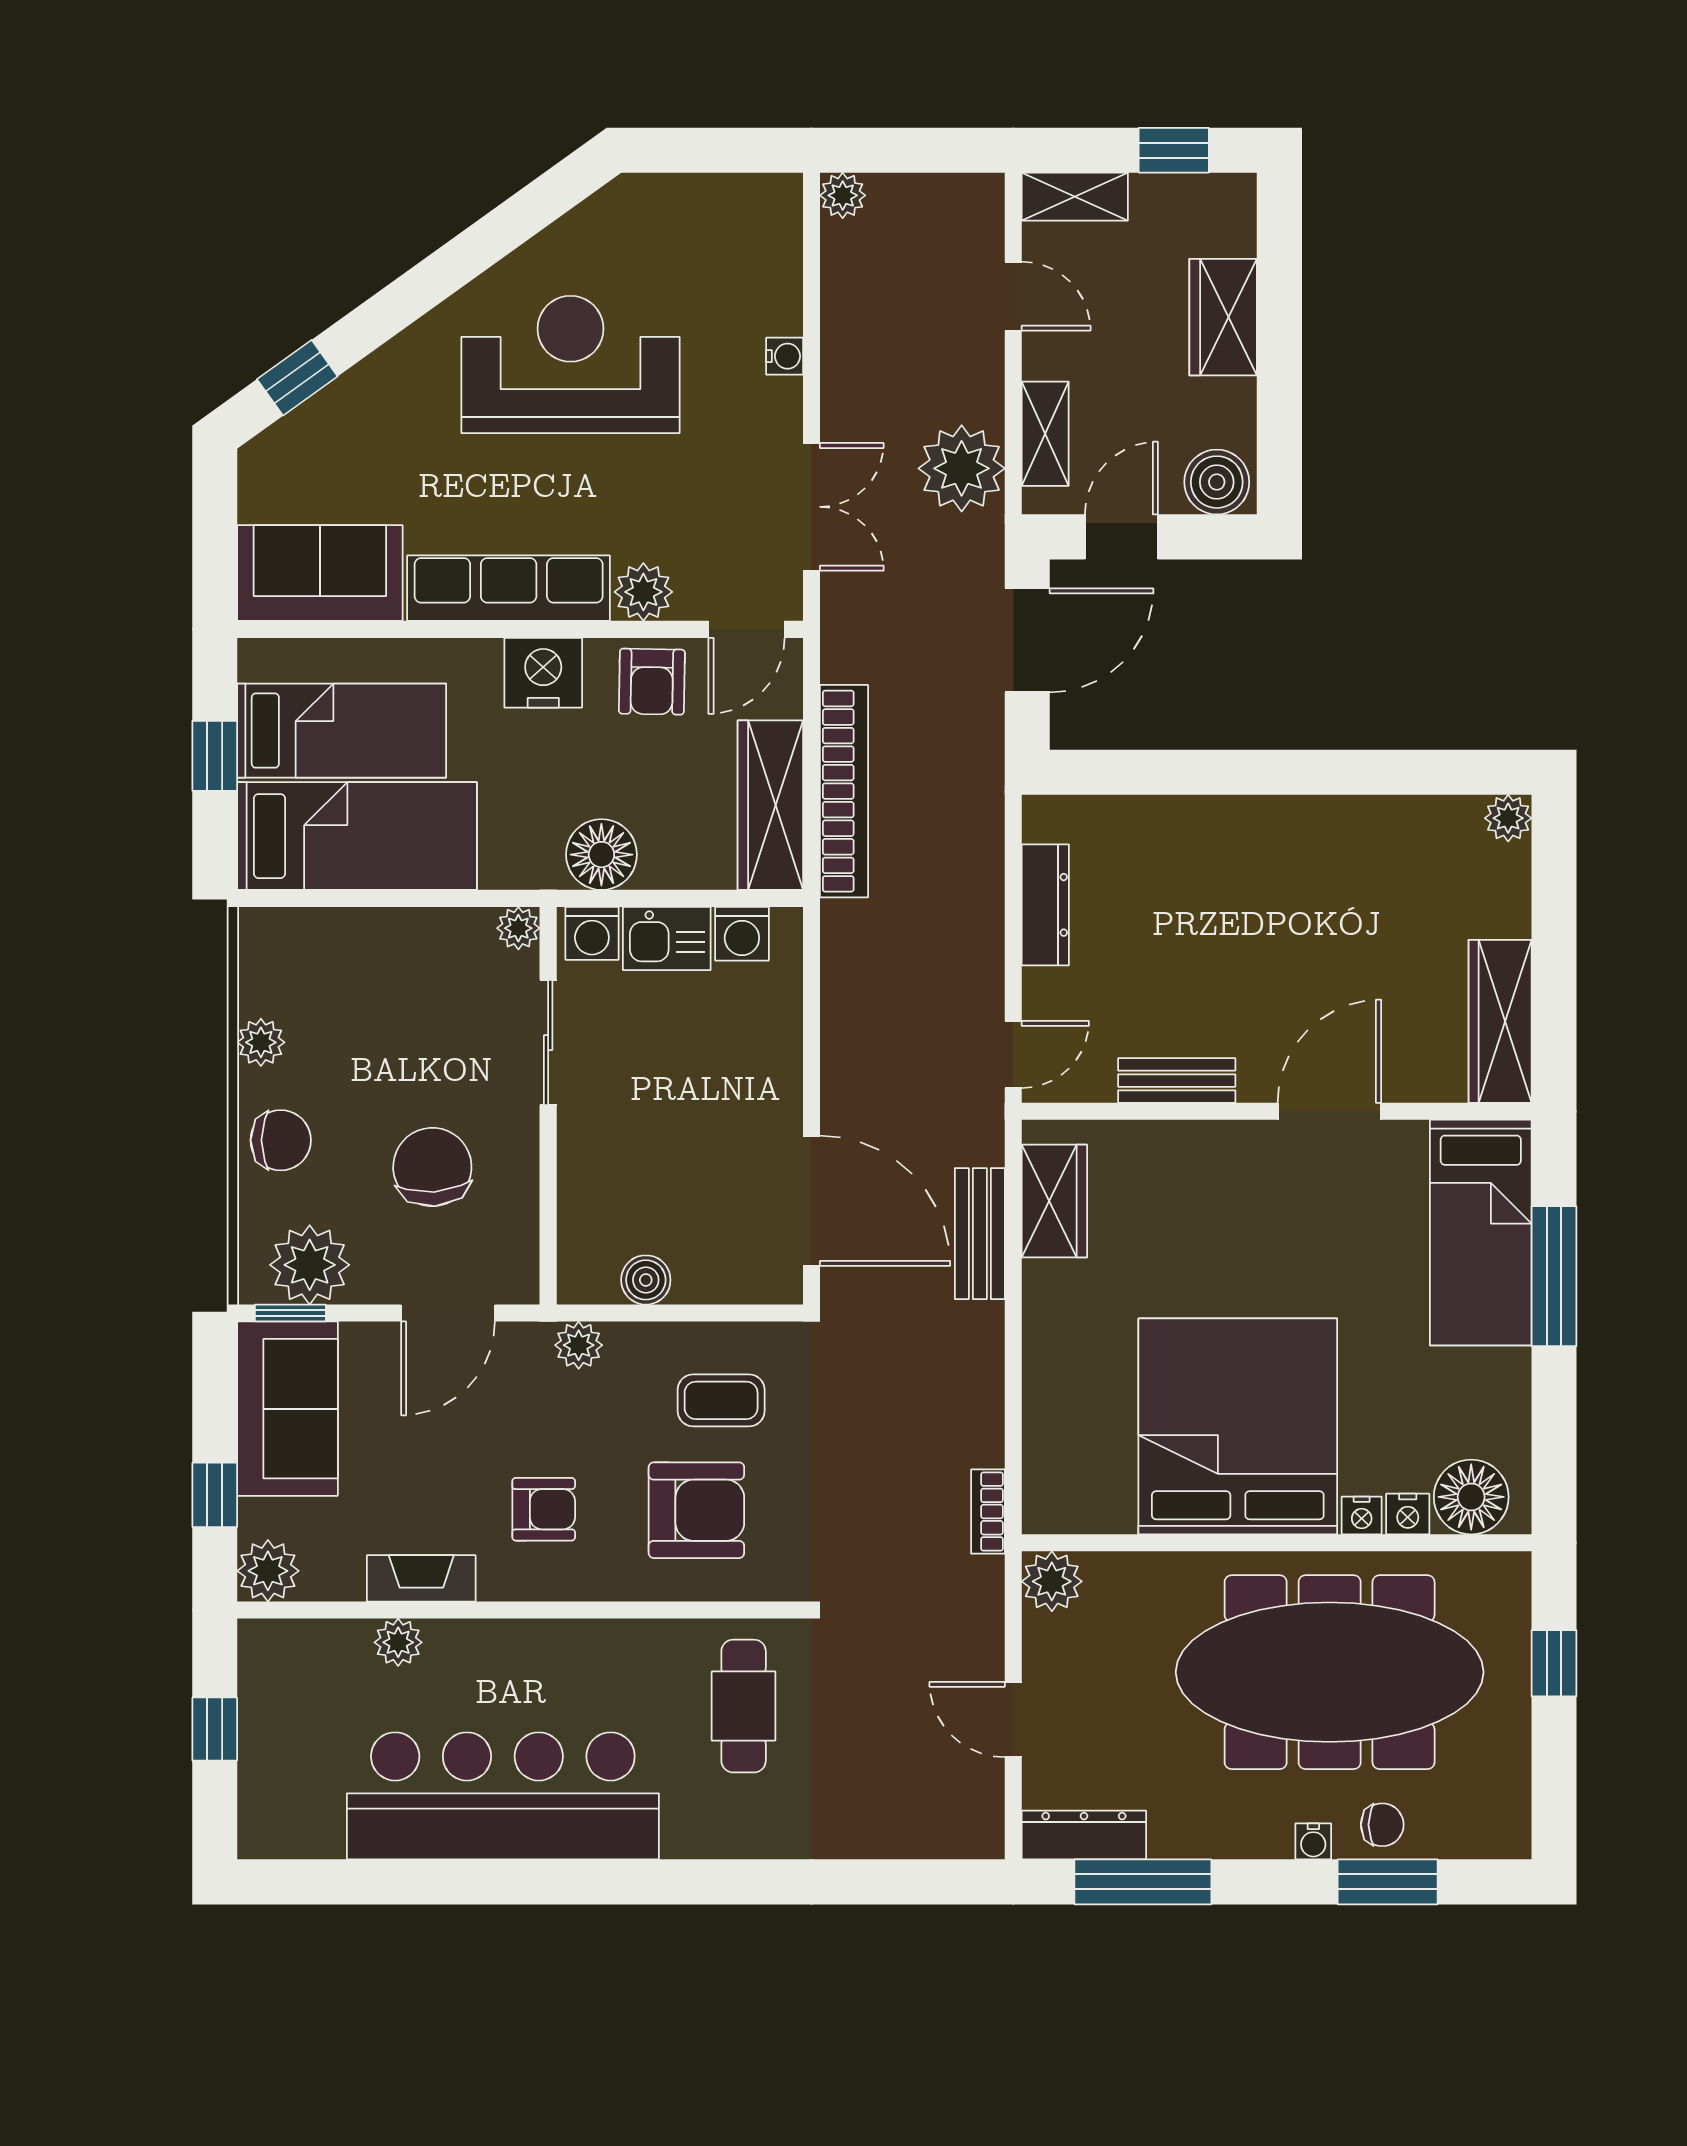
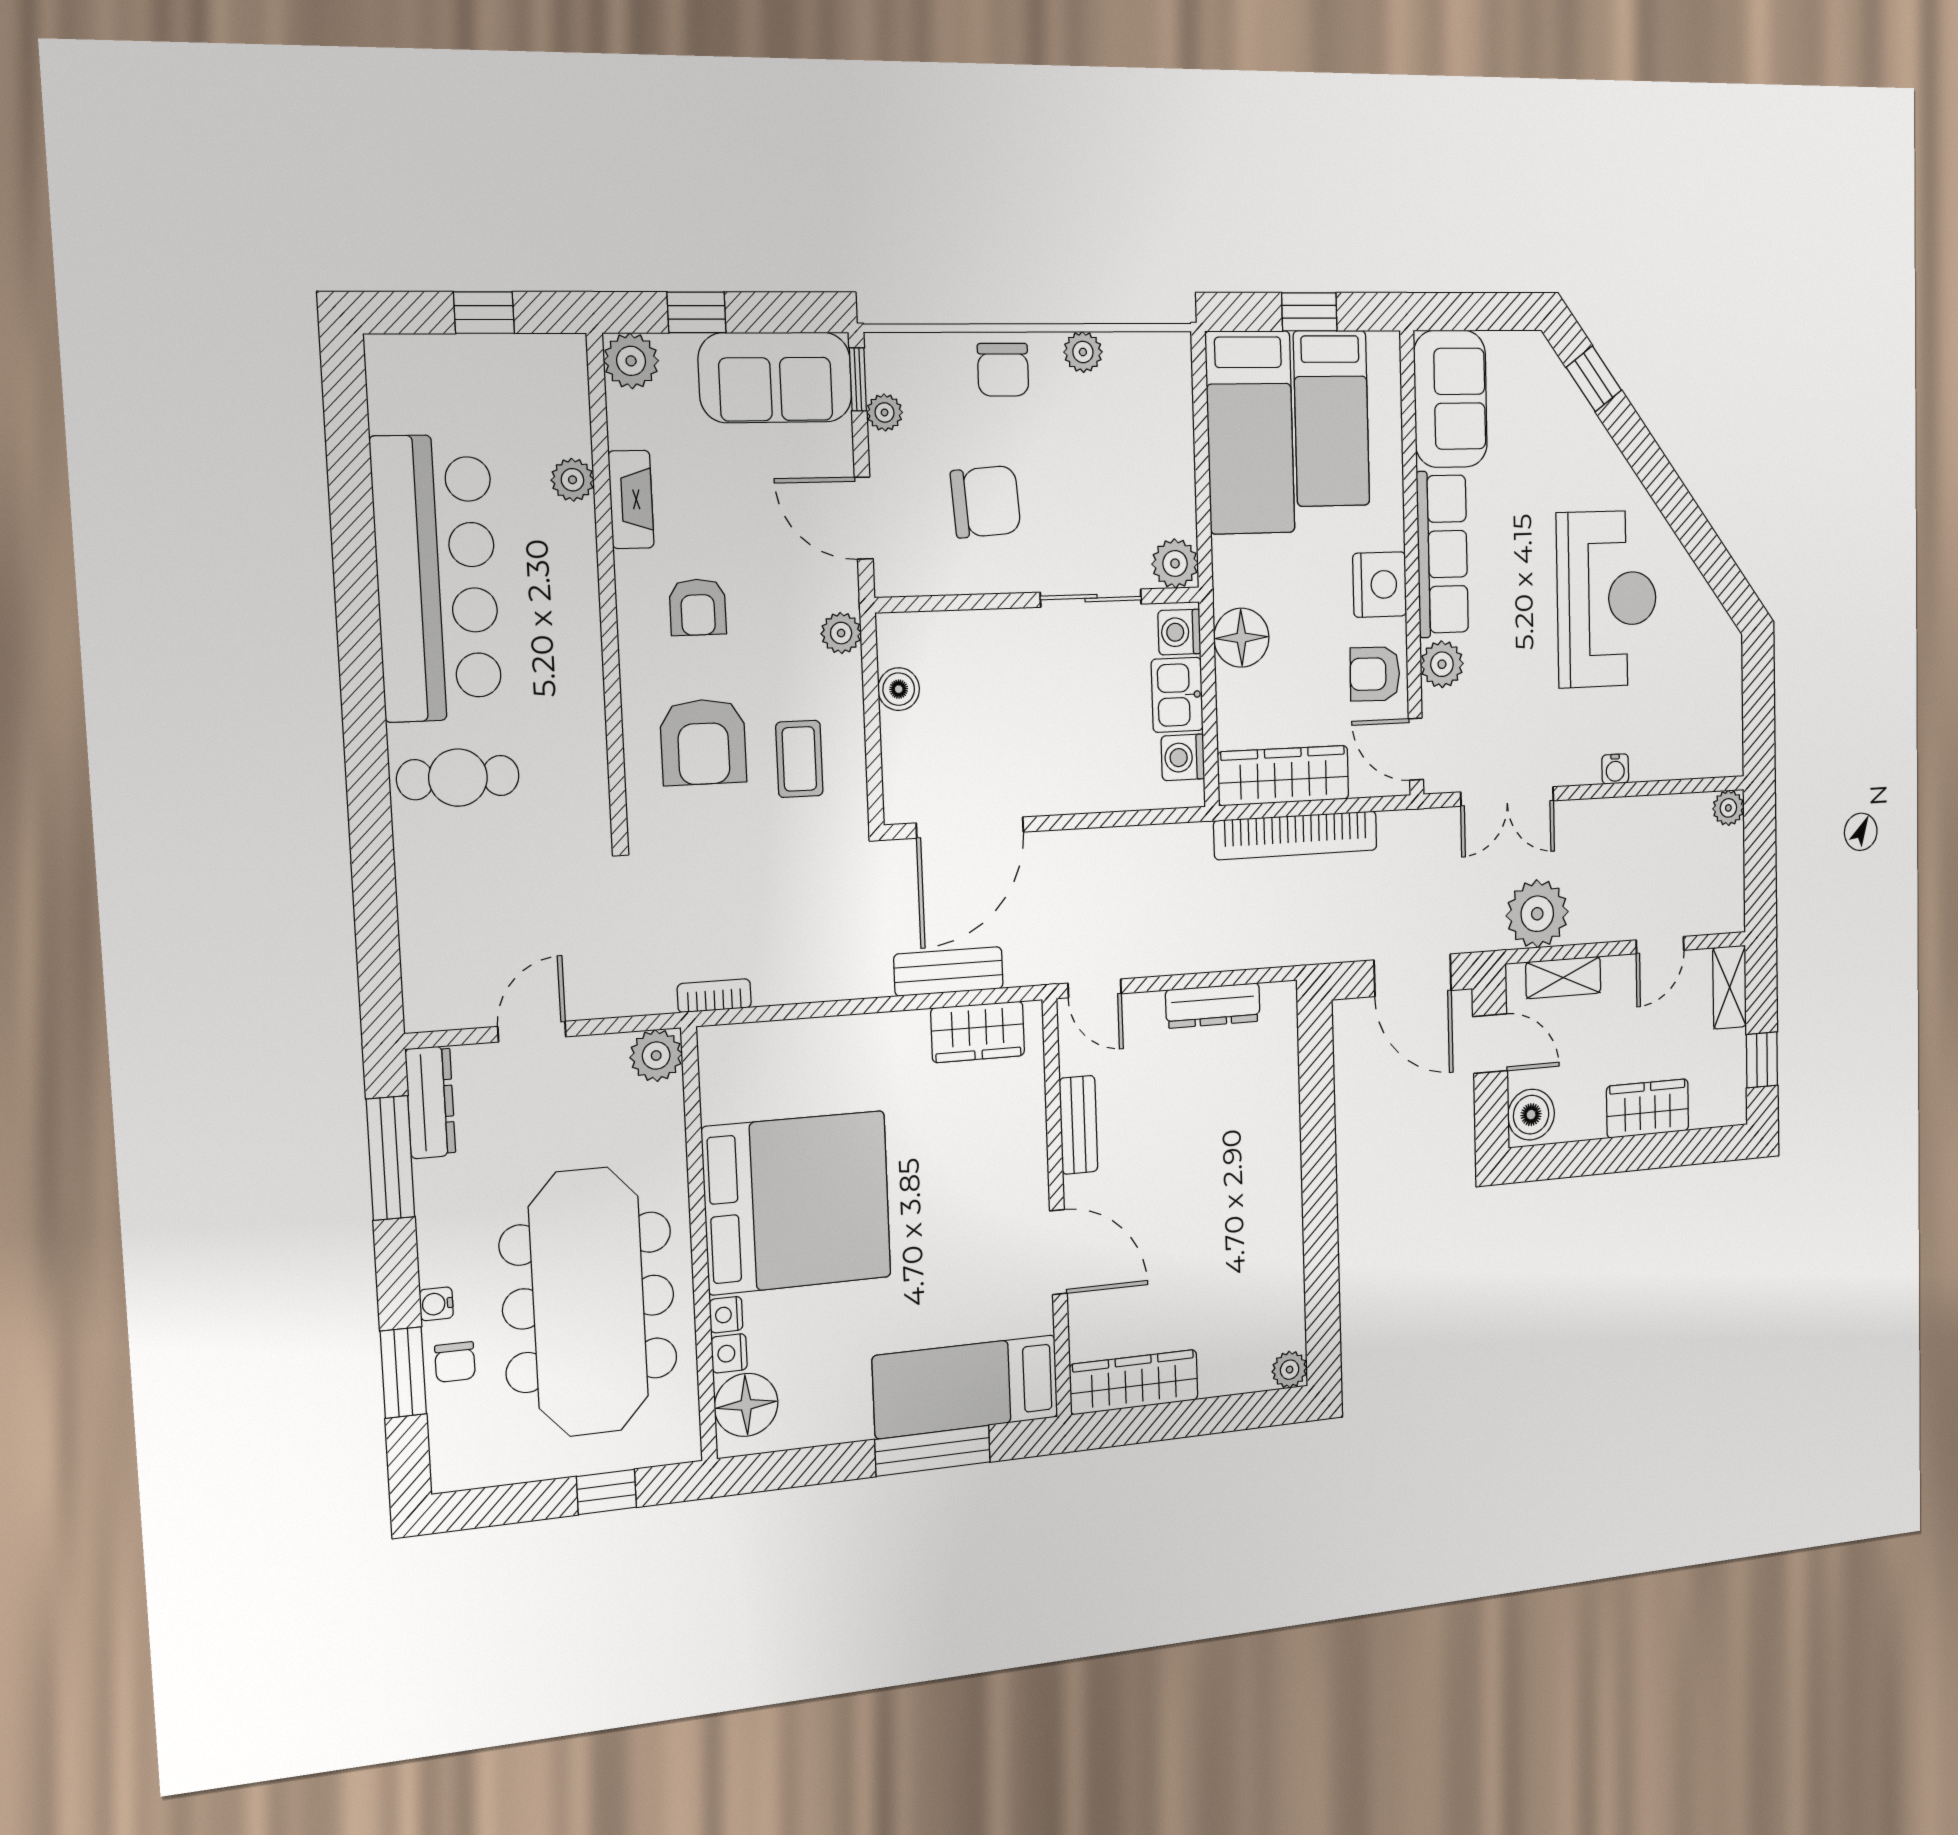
plant: (518, 928) -> (1175, 563), width x1.38, depth x1.38
plant: (310, 1265) -> (885, 412), width x0.53, depth x0.53
cafe table: (744, 1706) -> (458, 778), moved

